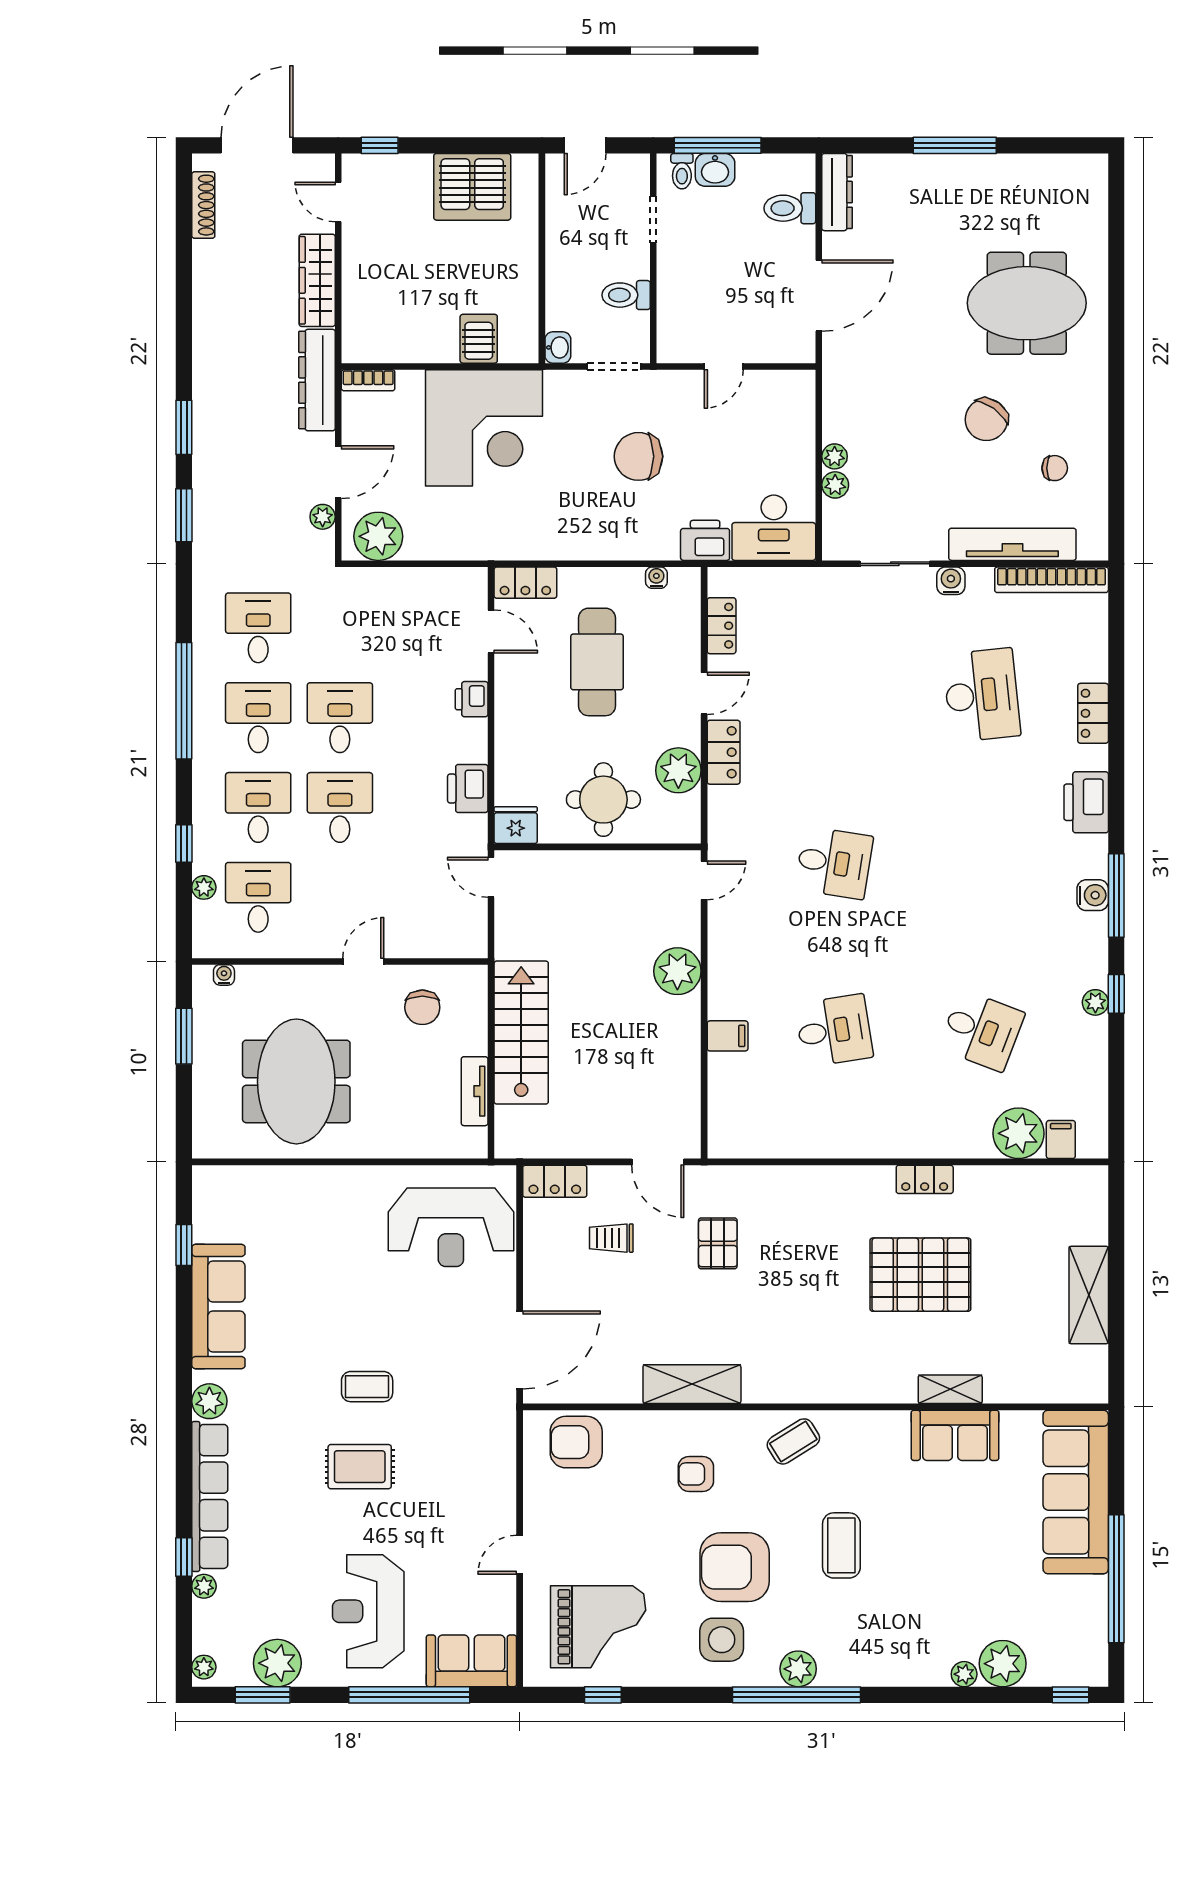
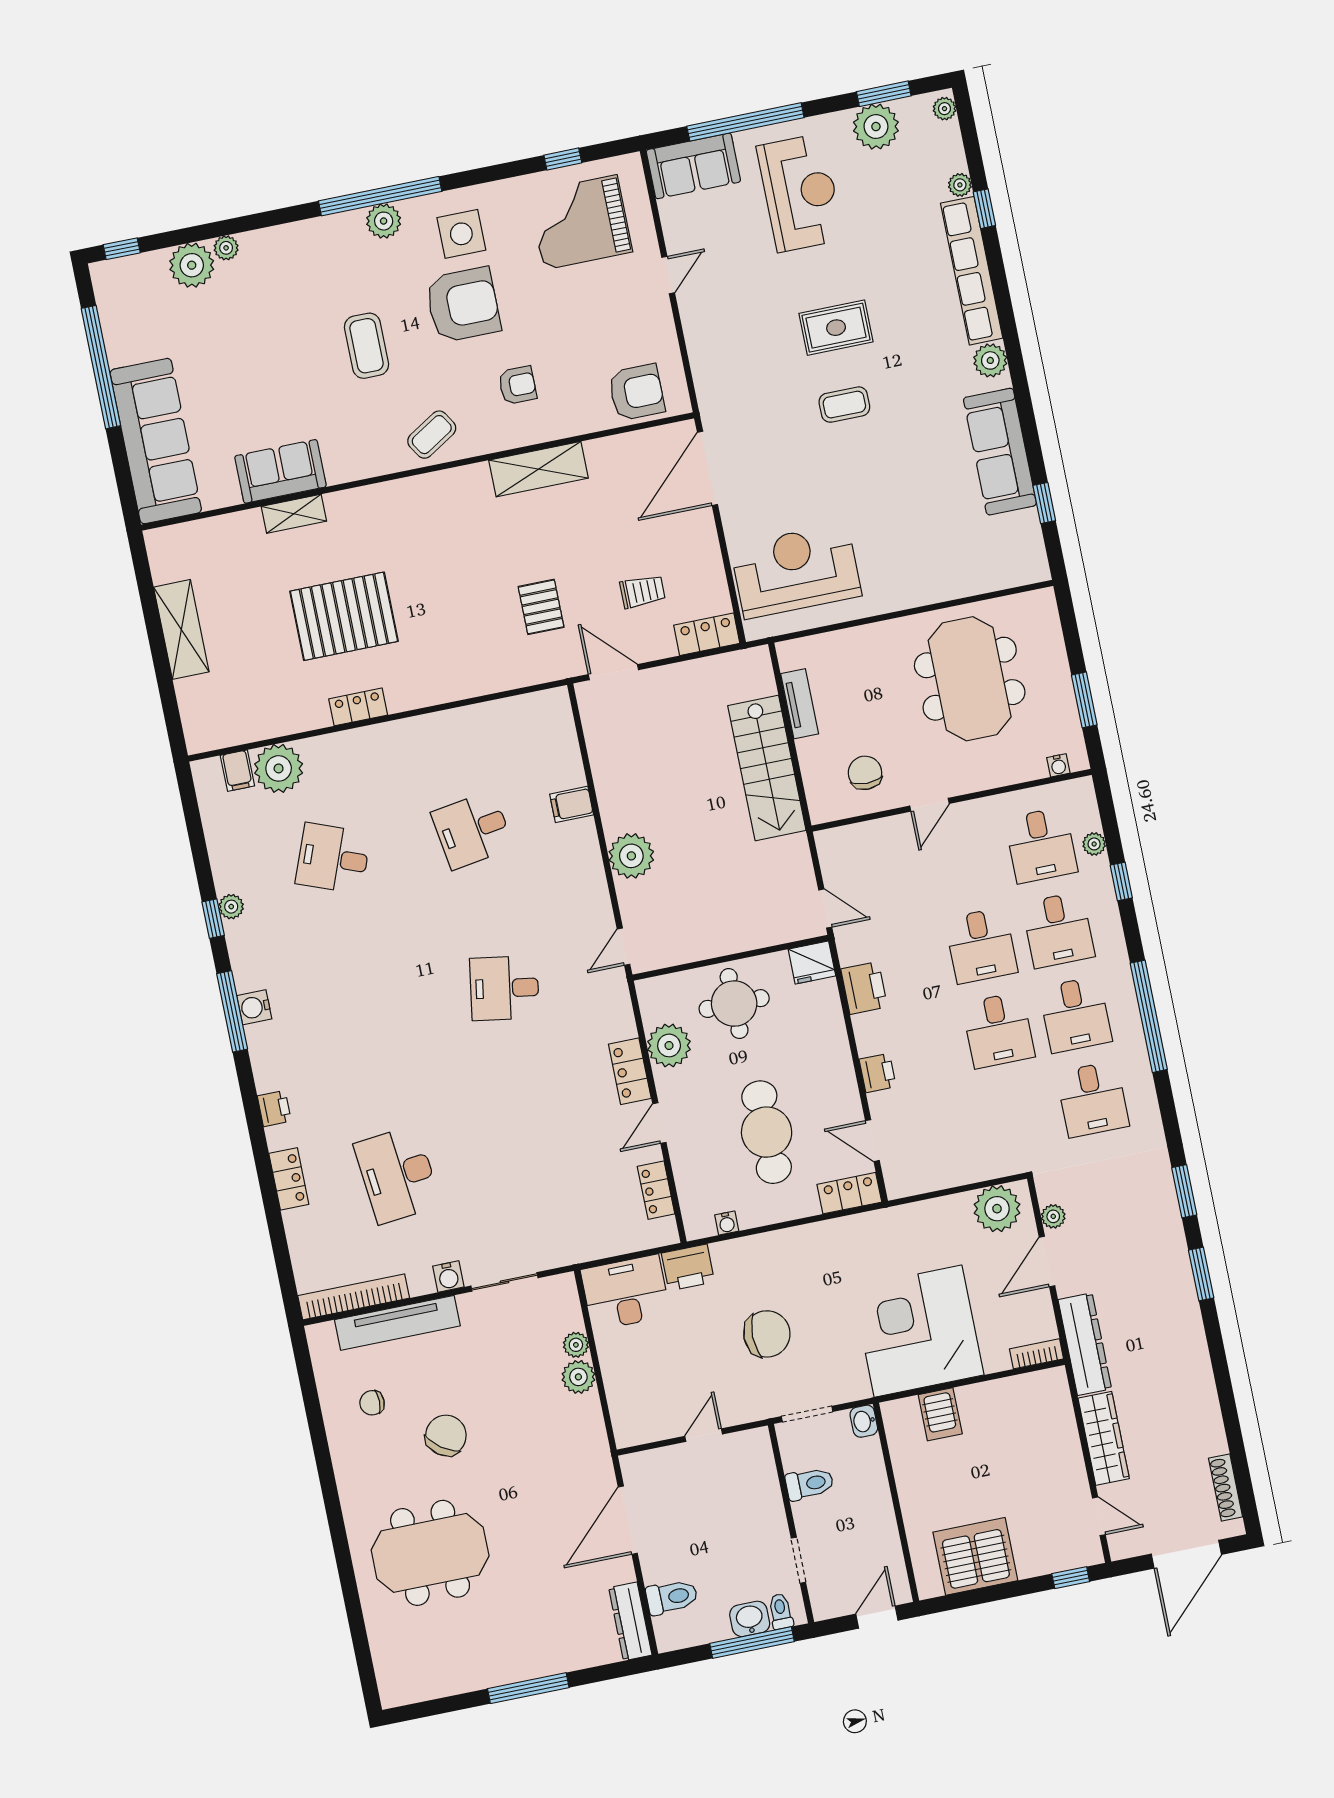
plant: (835, 456) -> (578, 1377), width x1.38, depth x1.38
printer: (1086, 802) -> (274, 1108), width x0.53, depth x0.68

